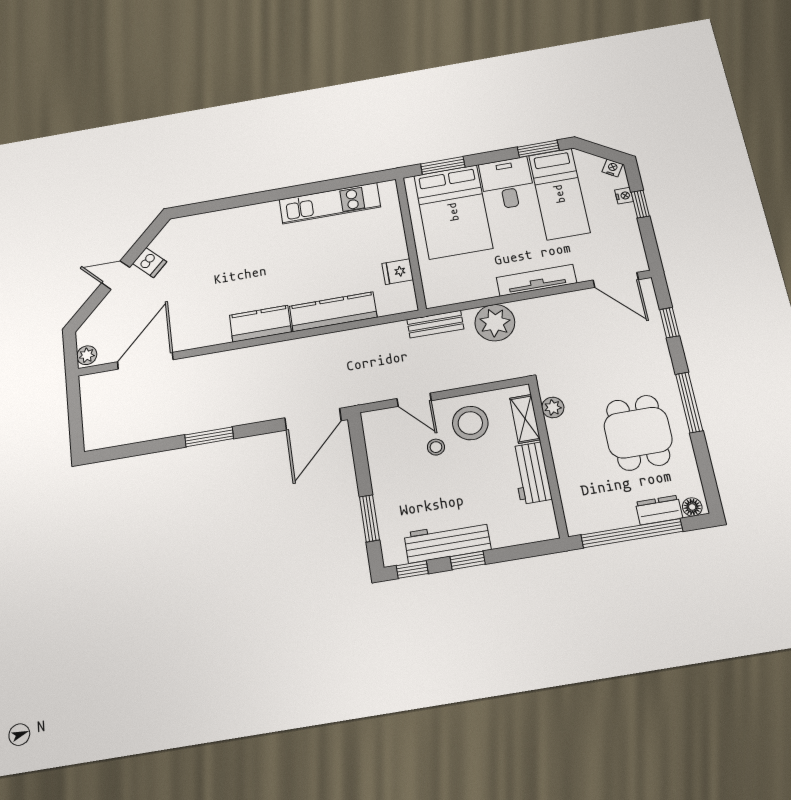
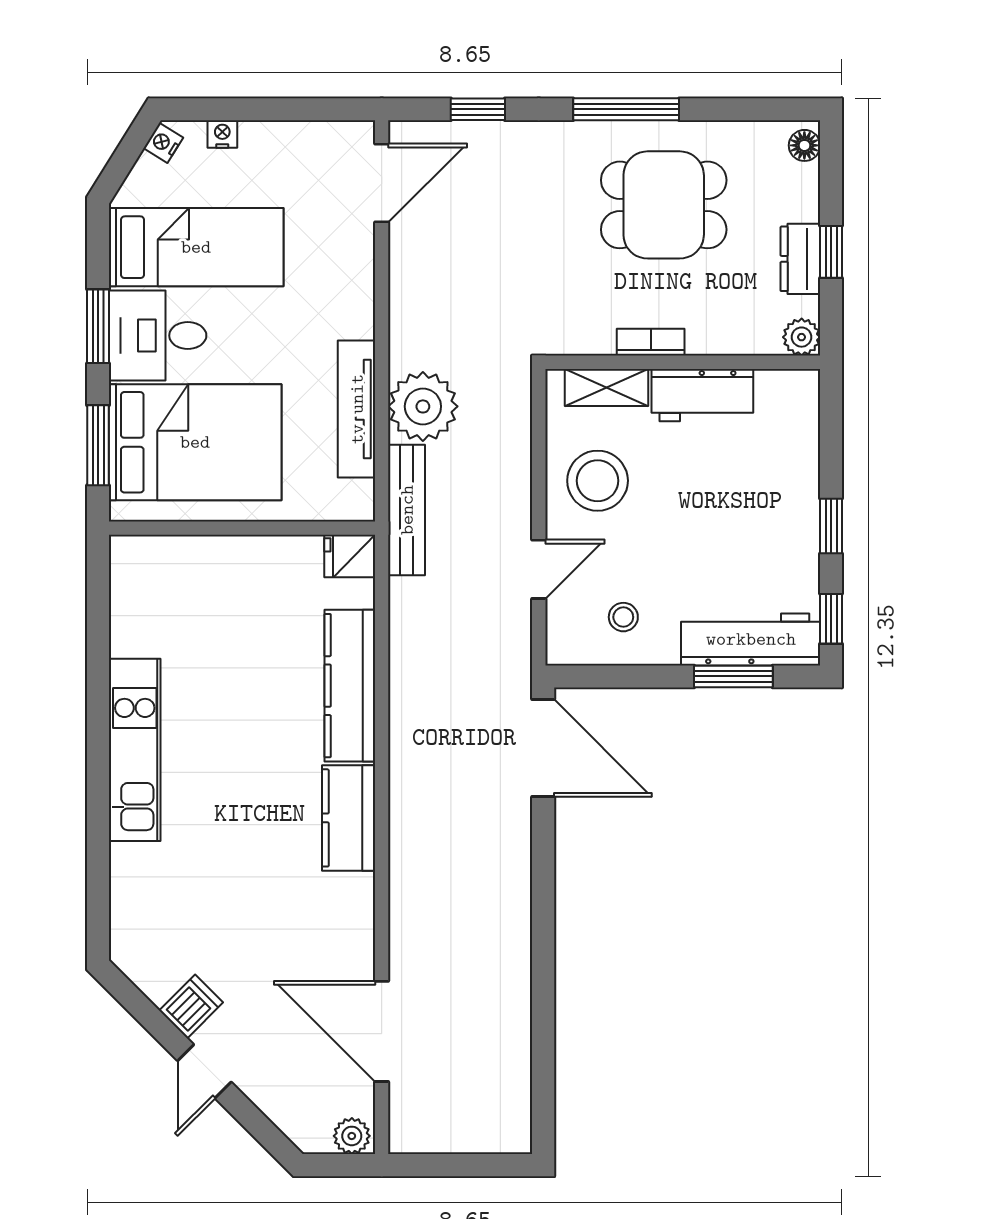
window: (538, 149) -> (98, 326), moved
kitchen unit: (330, 203) -> (135, 750), moved
window: (640, 204) -> (244, 109), removed
fridge: (398, 272) -> (350, 556), moved, turned 90
tv unit: (536, 280) -> (357, 409), moved
bench: (435, 324) -> (407, 510), width x1.36
plant: (553, 407) -> (802, 337), moved
window: (209, 437) -> (543, 932), removed
bookcase: (556, 439) -> (651, 342), added
stool: (436, 447) -> (623, 617), moved
dresser: (659, 510) -> (800, 259), moved
window: (632, 533) -> (831, 252), width x0.32
workbench: (447, 541) -> (751, 639), moved, turned 90

